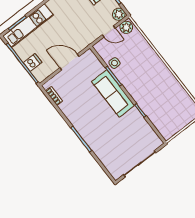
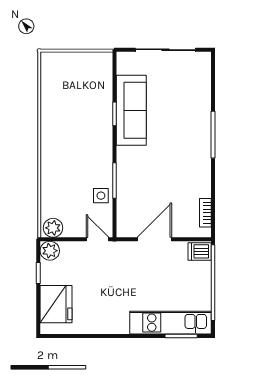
door: (109, 32) -> (98, 239), moved
dishwasher: (33, 62) -> (200, 251), moved
door: (70, 62) -> (154, 239), swing flipped
sofa: (113, 93) -> (131, 110), moved

